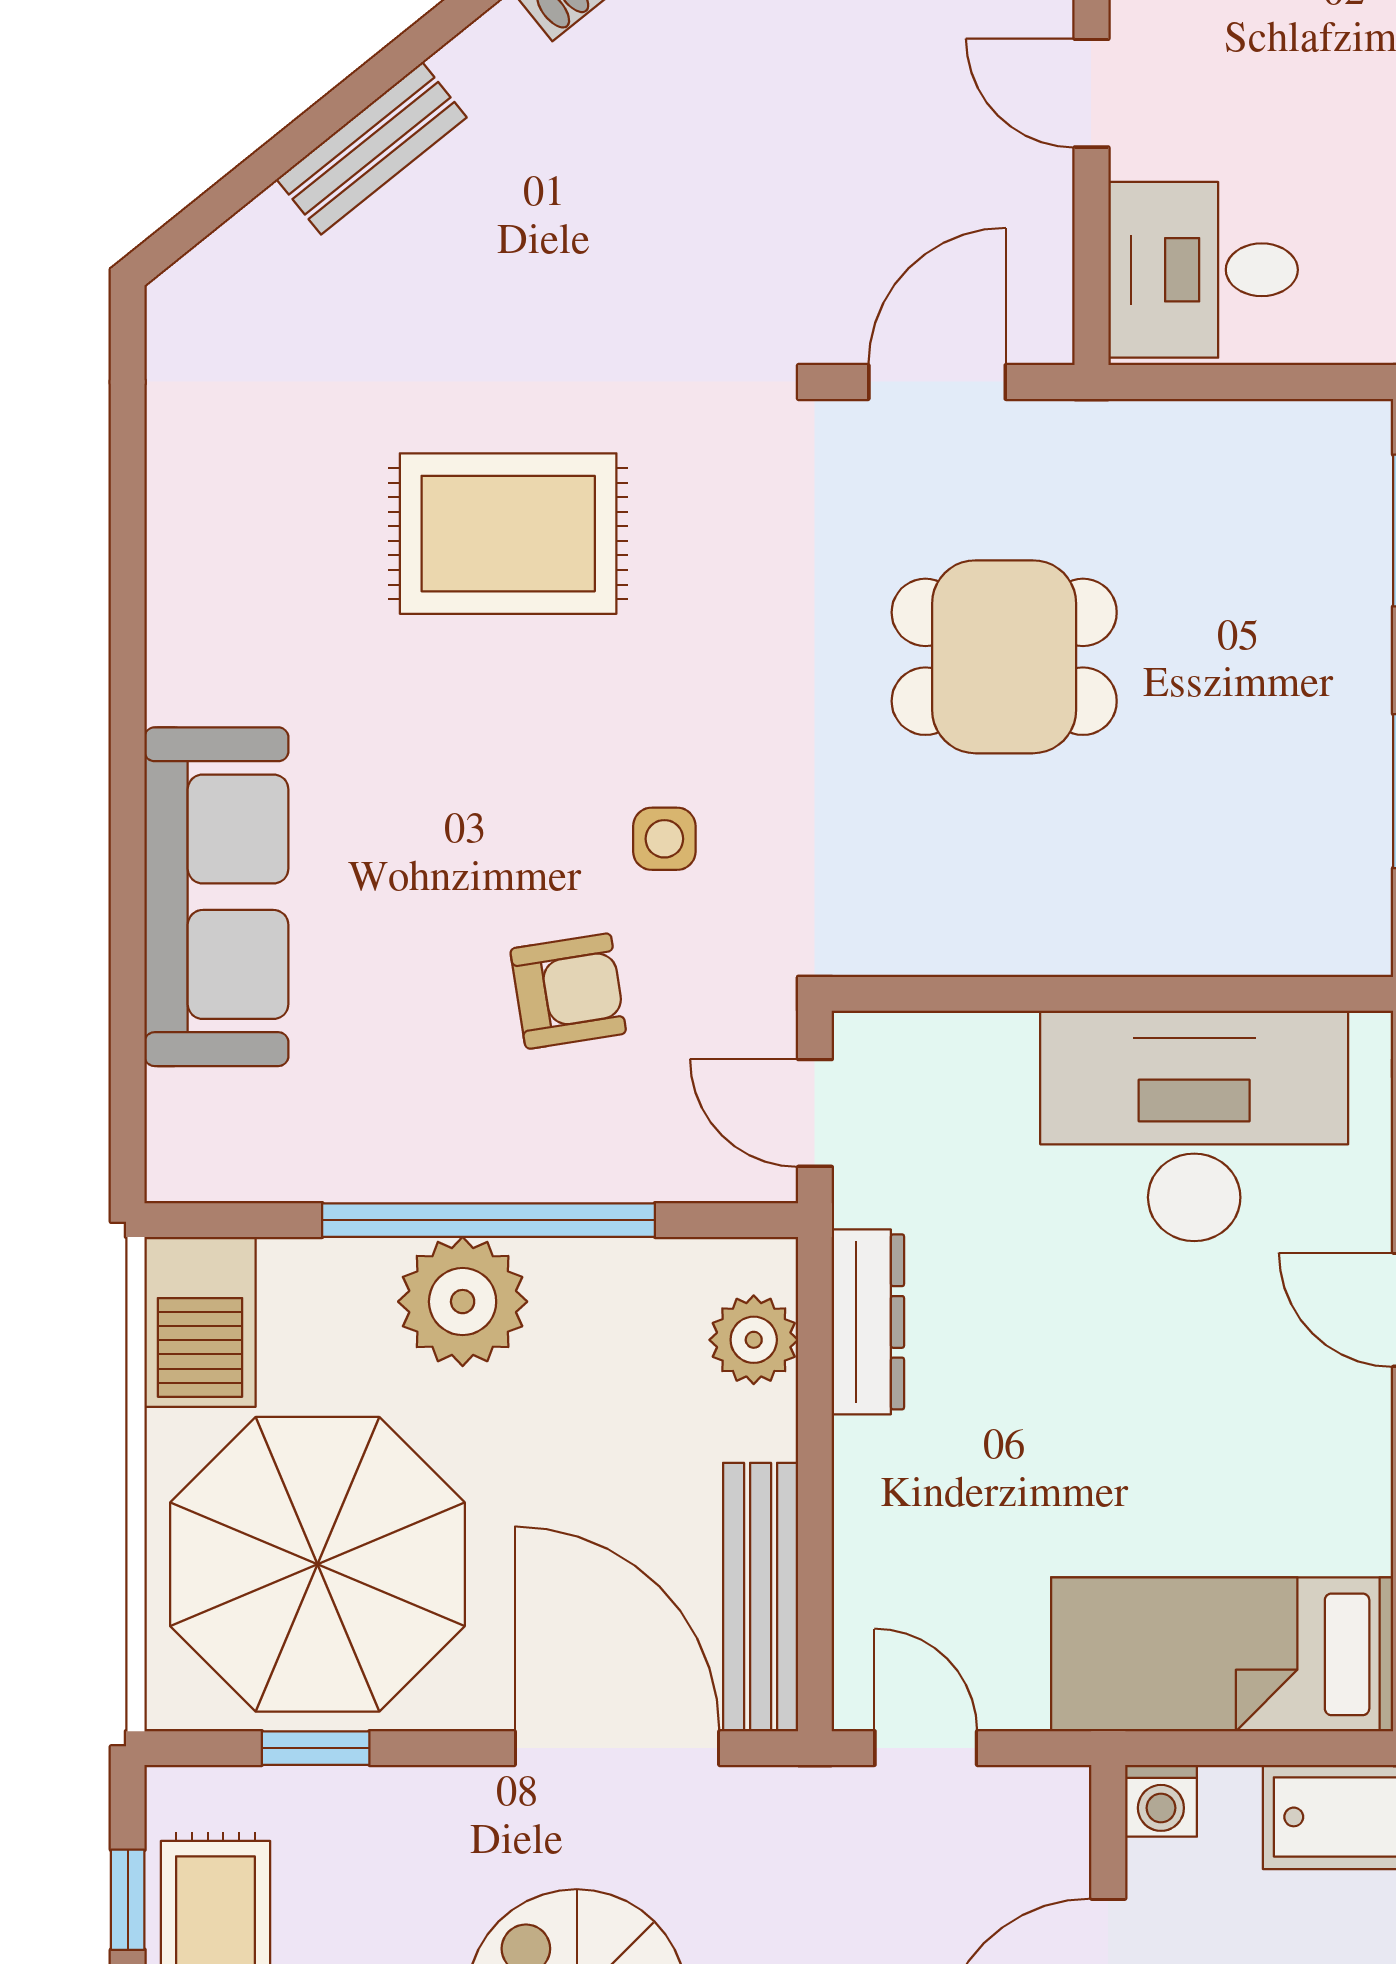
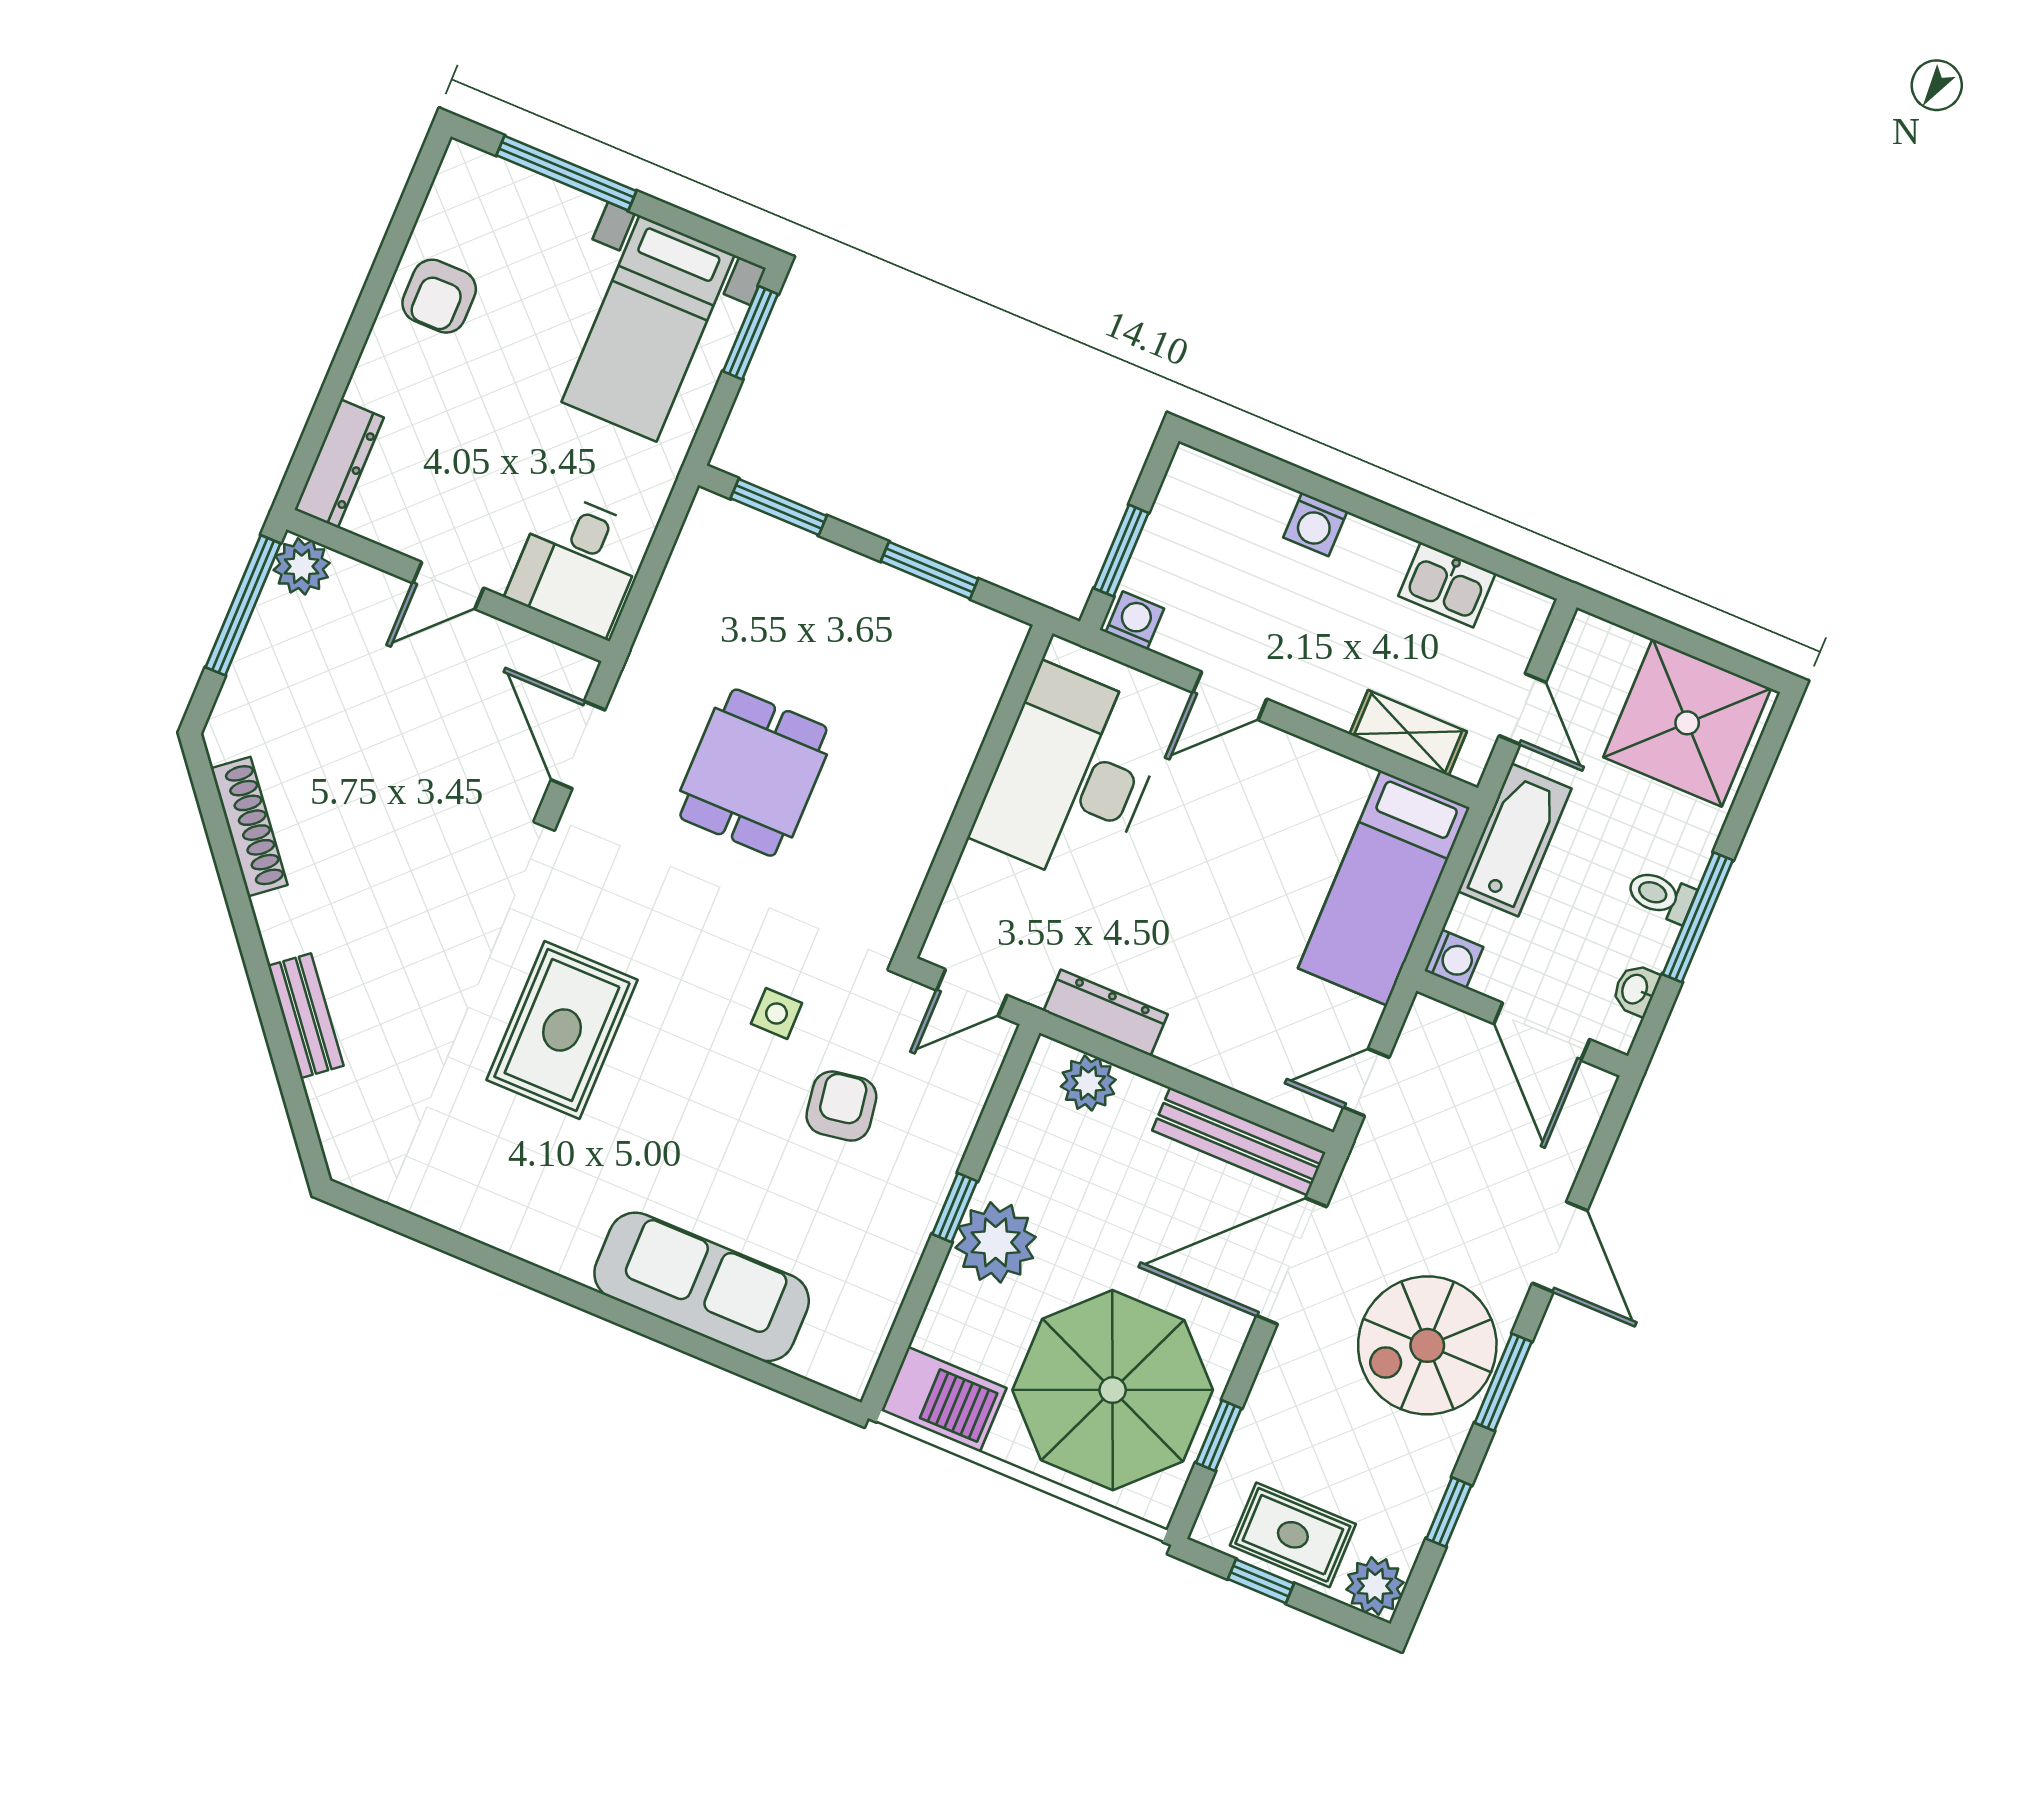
window: (489, 1220) -> (955, 1208), width x0.32

